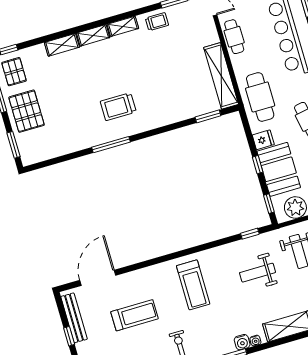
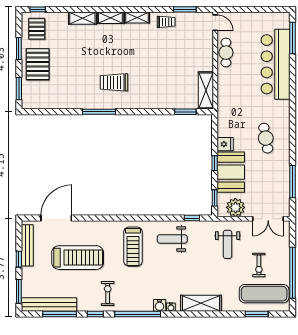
shelving: (221, 76) -> (206, 90), width x0.68
cafe table: (260, 97) -> (233, 108), removed
weight bench: (257, 273) -> (172, 239), moved
treadmill: (135, 315) -> (78, 258), width x1.37, depth x1.38

